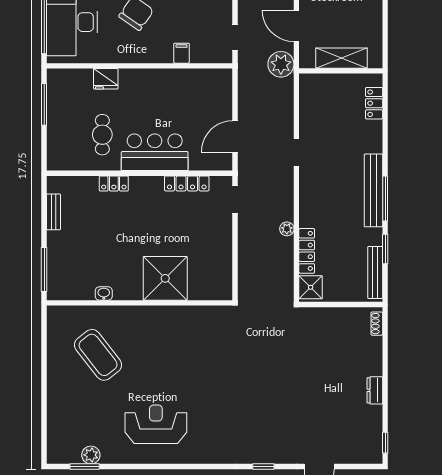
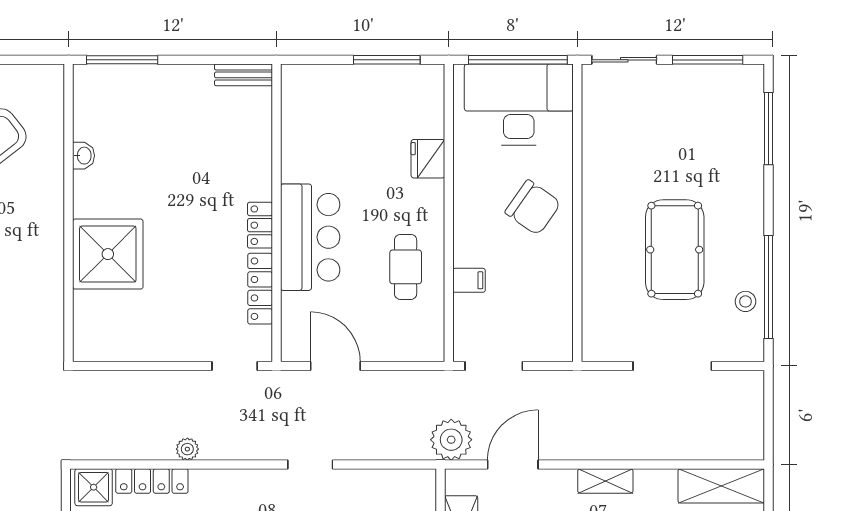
doorway: (235, 38) -> (494, 366), width x1.38
cafe table: (102, 135) -> (406, 267), moved, turned 90
locker: (114, 183) -> (260, 225), moved
bench: (53, 212) -> (243, 75), moved

